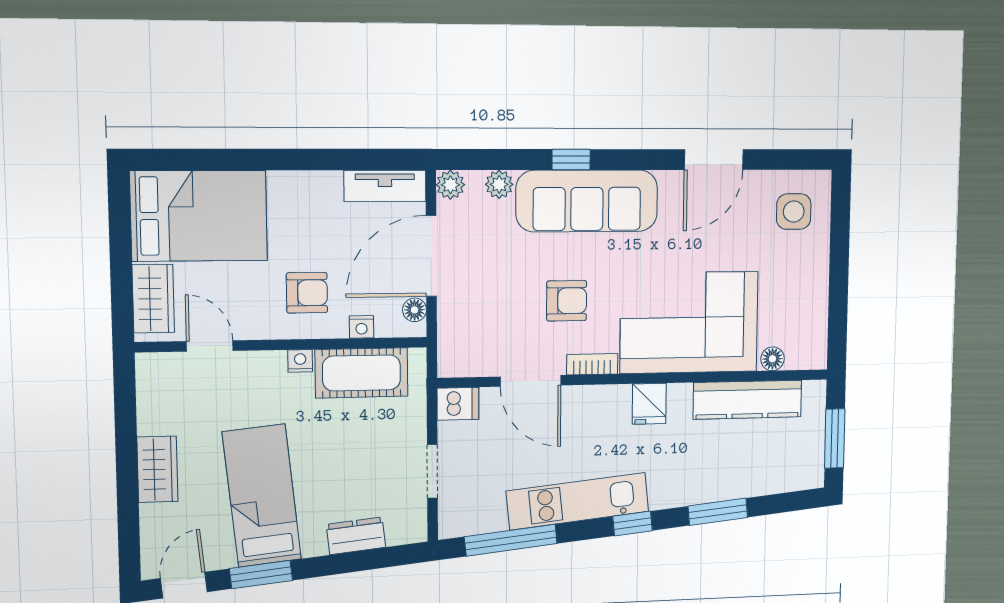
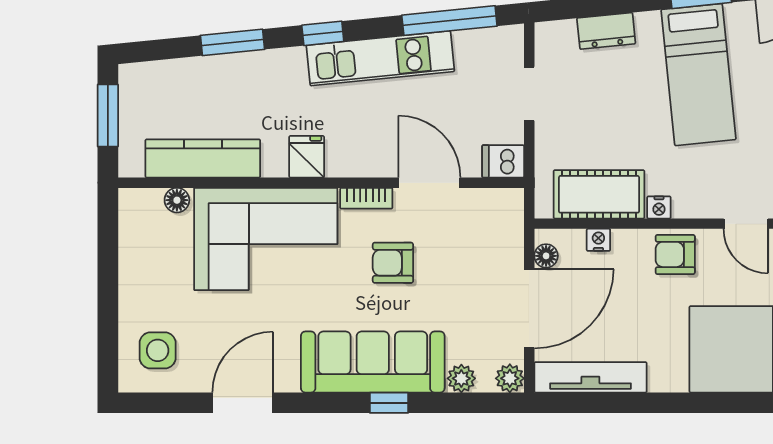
tv unit: (385, 186) -> (590, 377), width x1.41
armchair: (307, 293) -> (675, 254), moved

